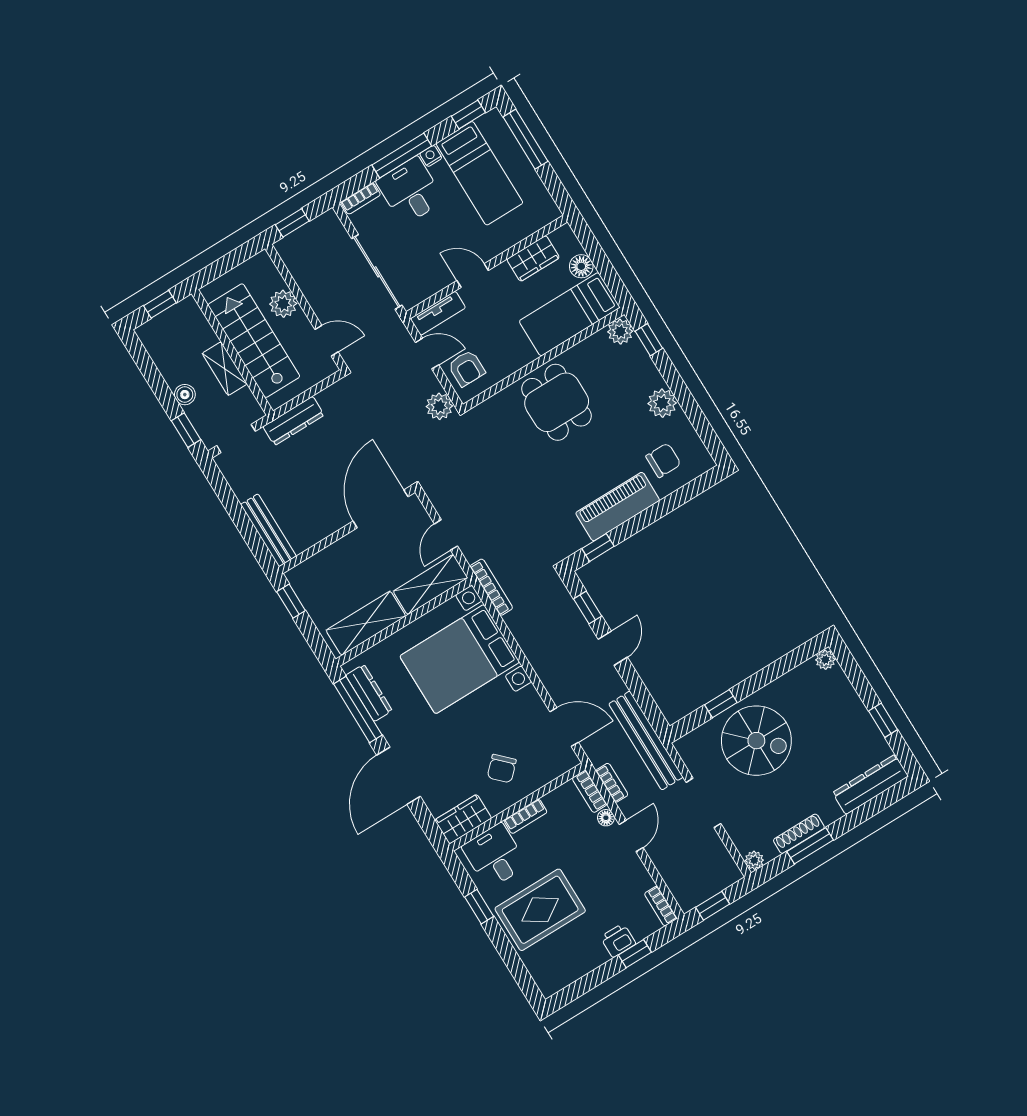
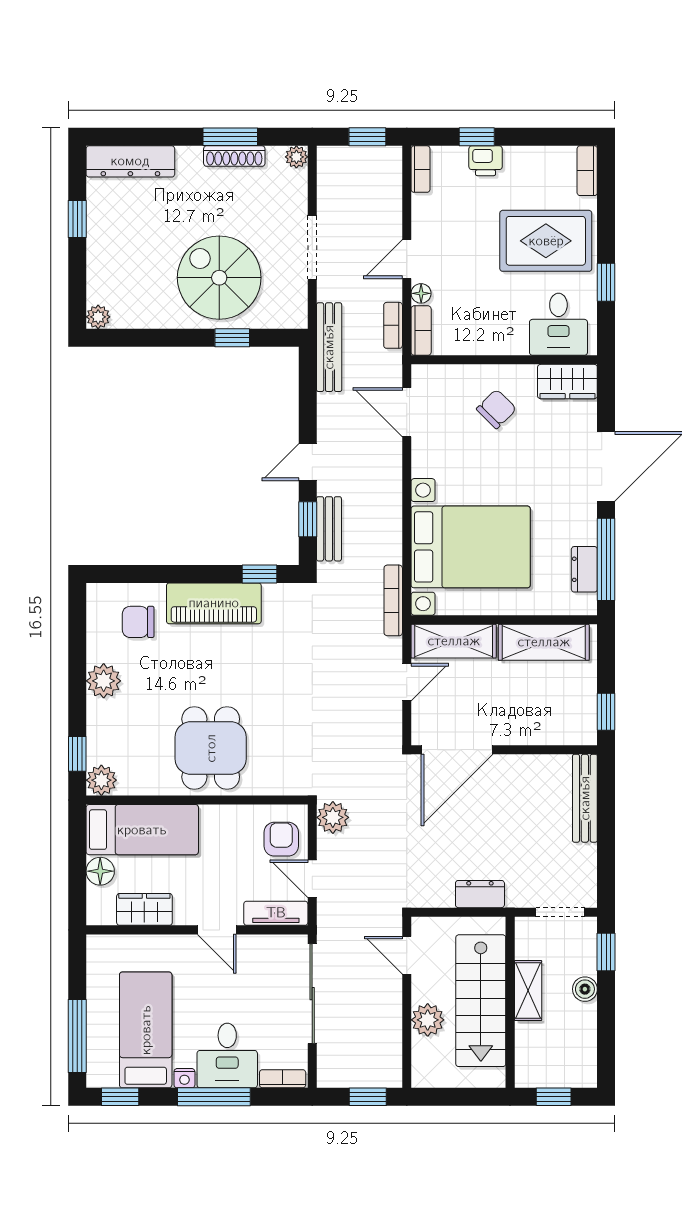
dresser: (294, 421) -> (480, 894), width x0.70
bench: (568, 610) -> (329, 529), added
dresser: (369, 693) -> (584, 569), width x0.70
bench: (646, 740) -> (329, 347), width x0.73, depth x0.82
bookcase: (525, 816) -> (587, 171), moved, turned -90

